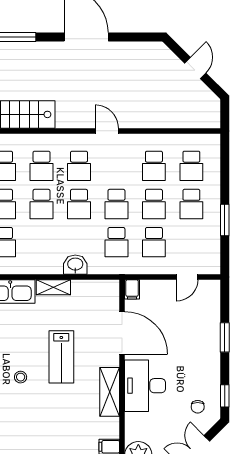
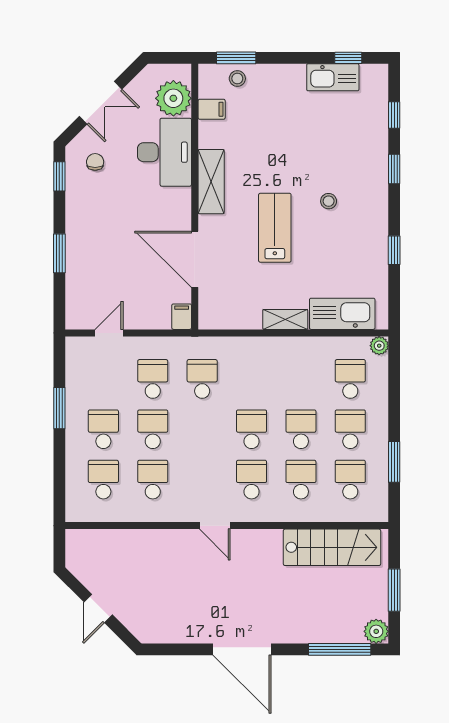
school desk: (116, 204) -> (202, 429), removed
washbasin: (75, 265) -> (256, 349), removed
desk: (145, 386) -> (164, 152), moved

